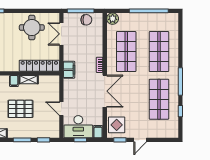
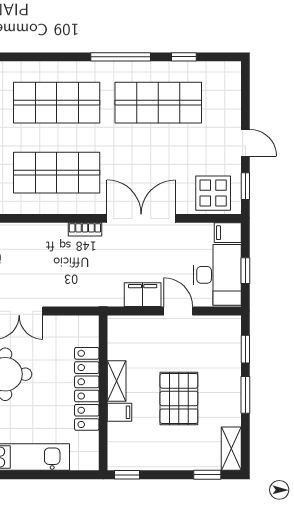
locker: (39, 66) -> (87, 389), moved
filing cabinet: (69, 70) -> (143, 295), moved
door: (61, 109) -> (178, 311), swing flipped

